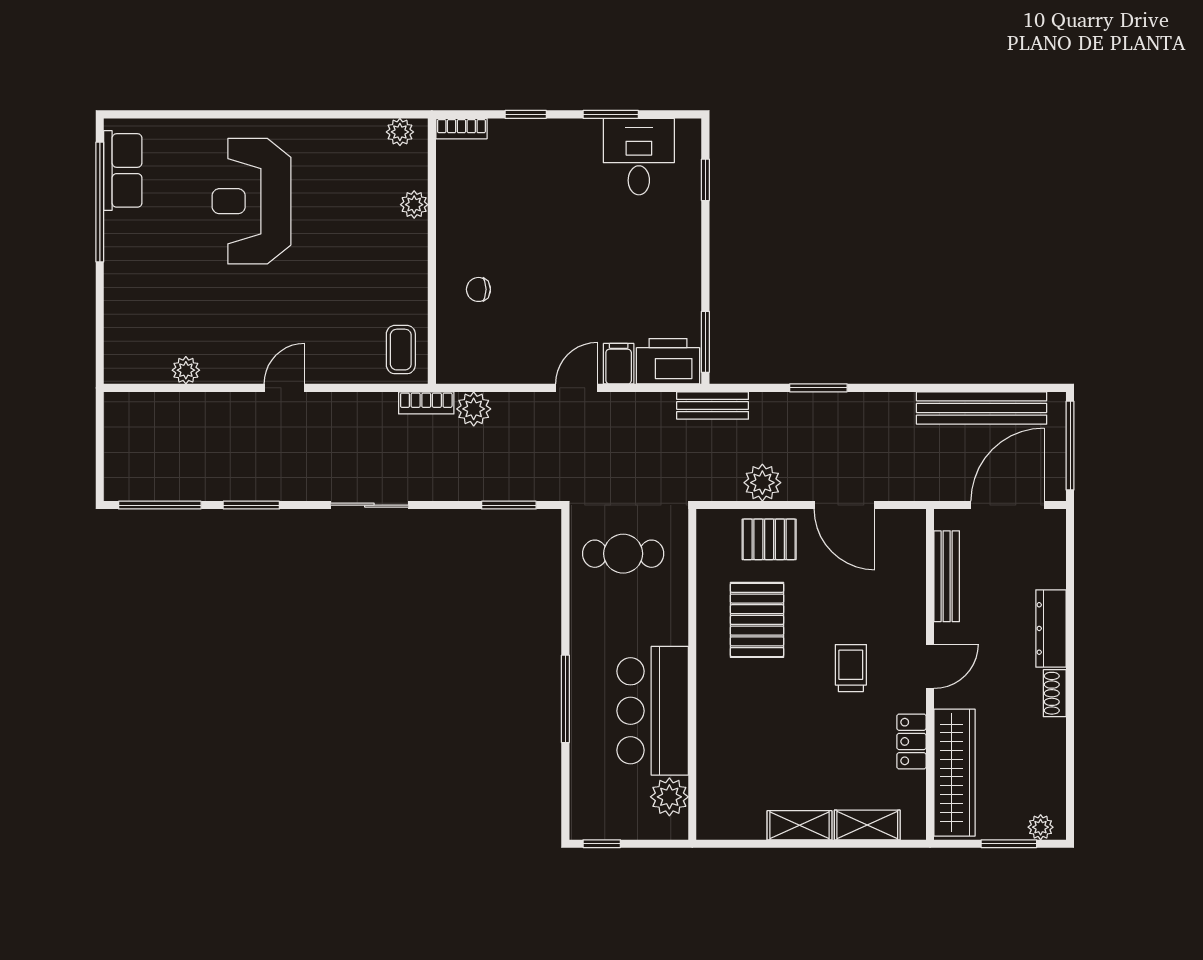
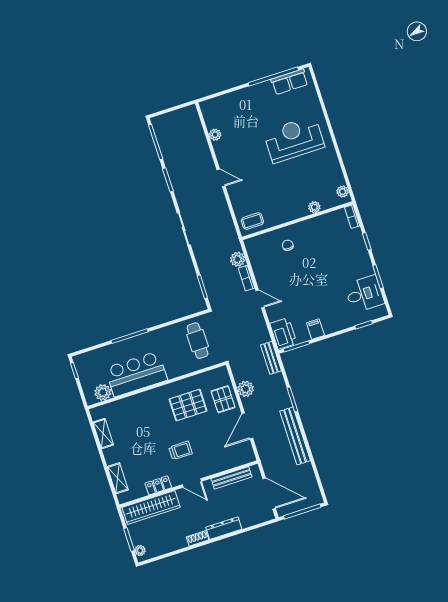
filing cabinet: (619, 364) -> (315, 329), moved, turned -90
bookcase: (426, 403) -> (246, 278), moved
bench: (982, 408) -> (295, 436), moved
shelving: (799, 825) -> (103, 434), moved

